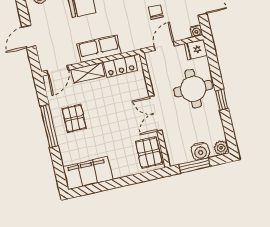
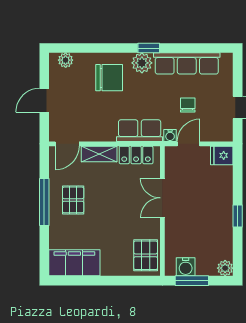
water cooler: (196, 31) -> (170, 135), moved
row of seats: (99, 49) -> (140, 131), moved
round table: (193, 89) -> (209, 197), removed
double door: (155, 114) -> (162, 198), moved
water cooler: (200, 151) -> (186, 267), moved

